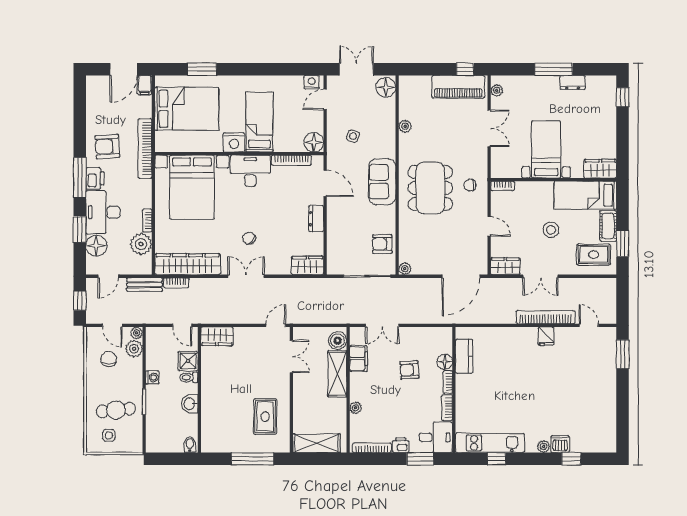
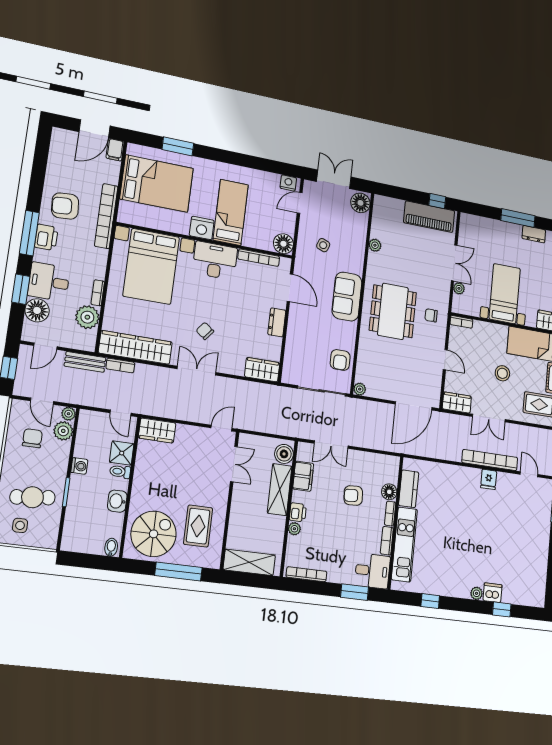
plant: (497, 90) -> (459, 288), moved
desk: (103, 212) -> (49, 282), width x0.73
armchair: (382, 244) -> (340, 360), turned -90
spiral stairs: (226, 428) -> (154, 534), added
kitchen unit: (490, 443) -> (404, 544), moved, turned 90
printer: (401, 445) -> (298, 512), moved, turned 90

